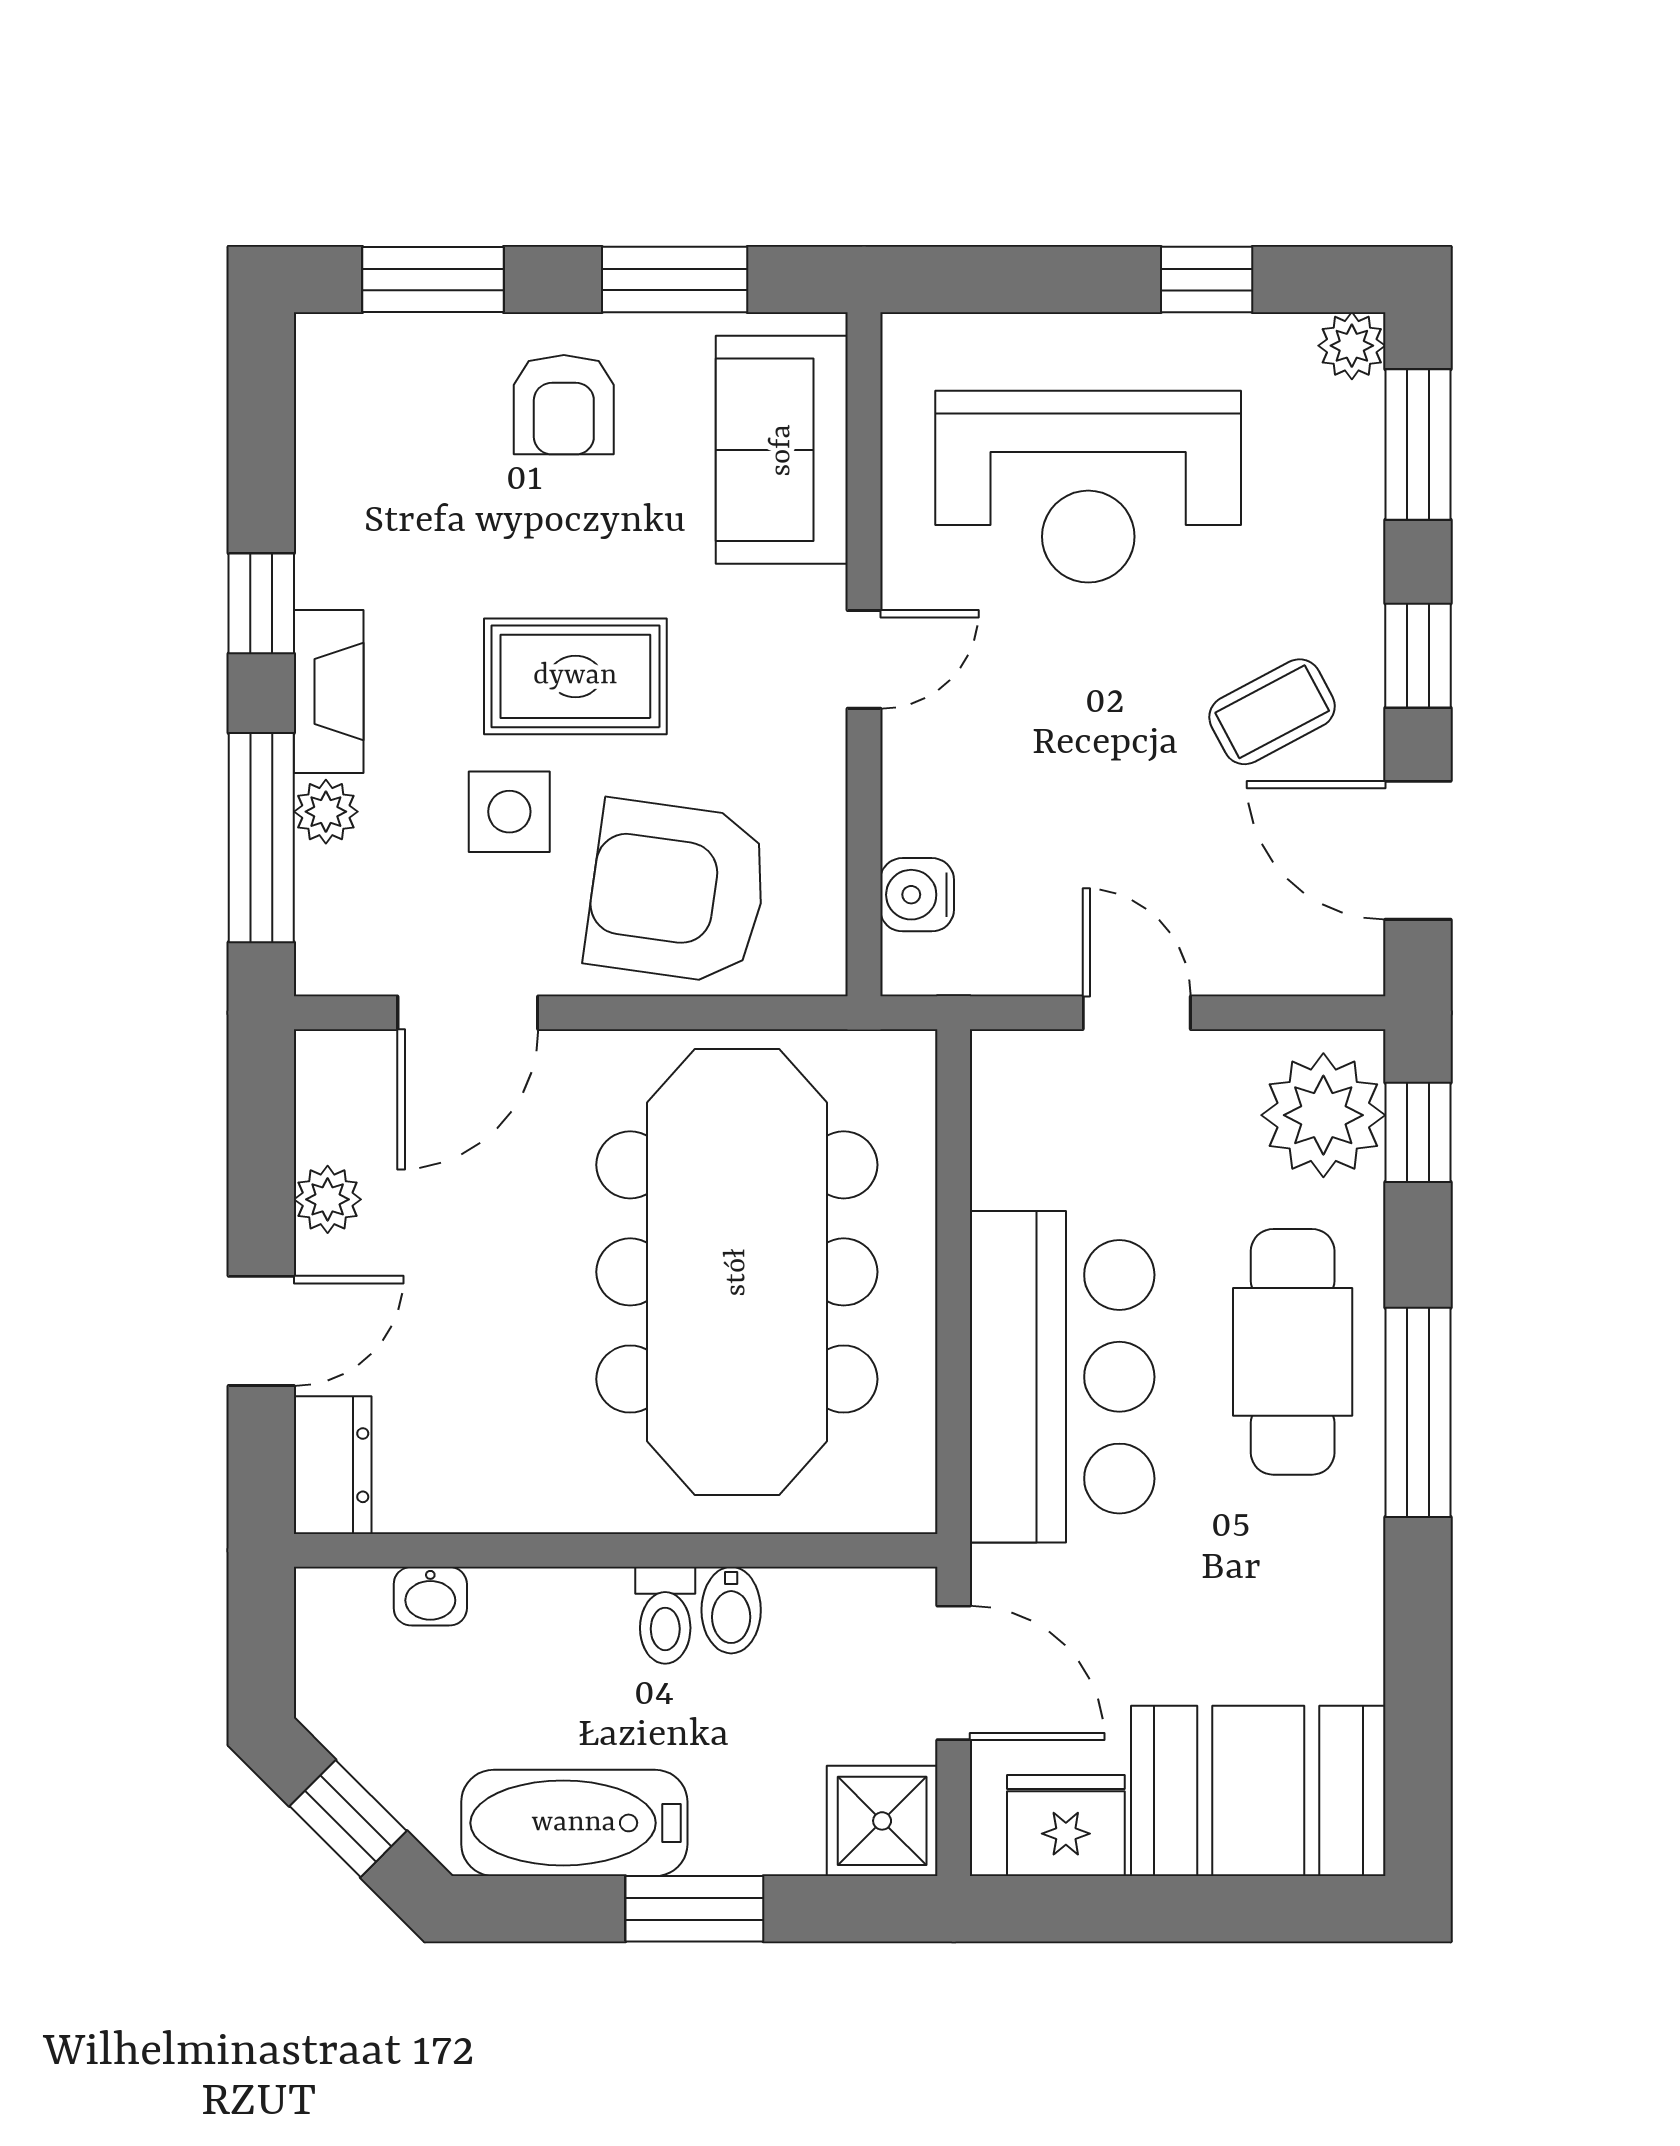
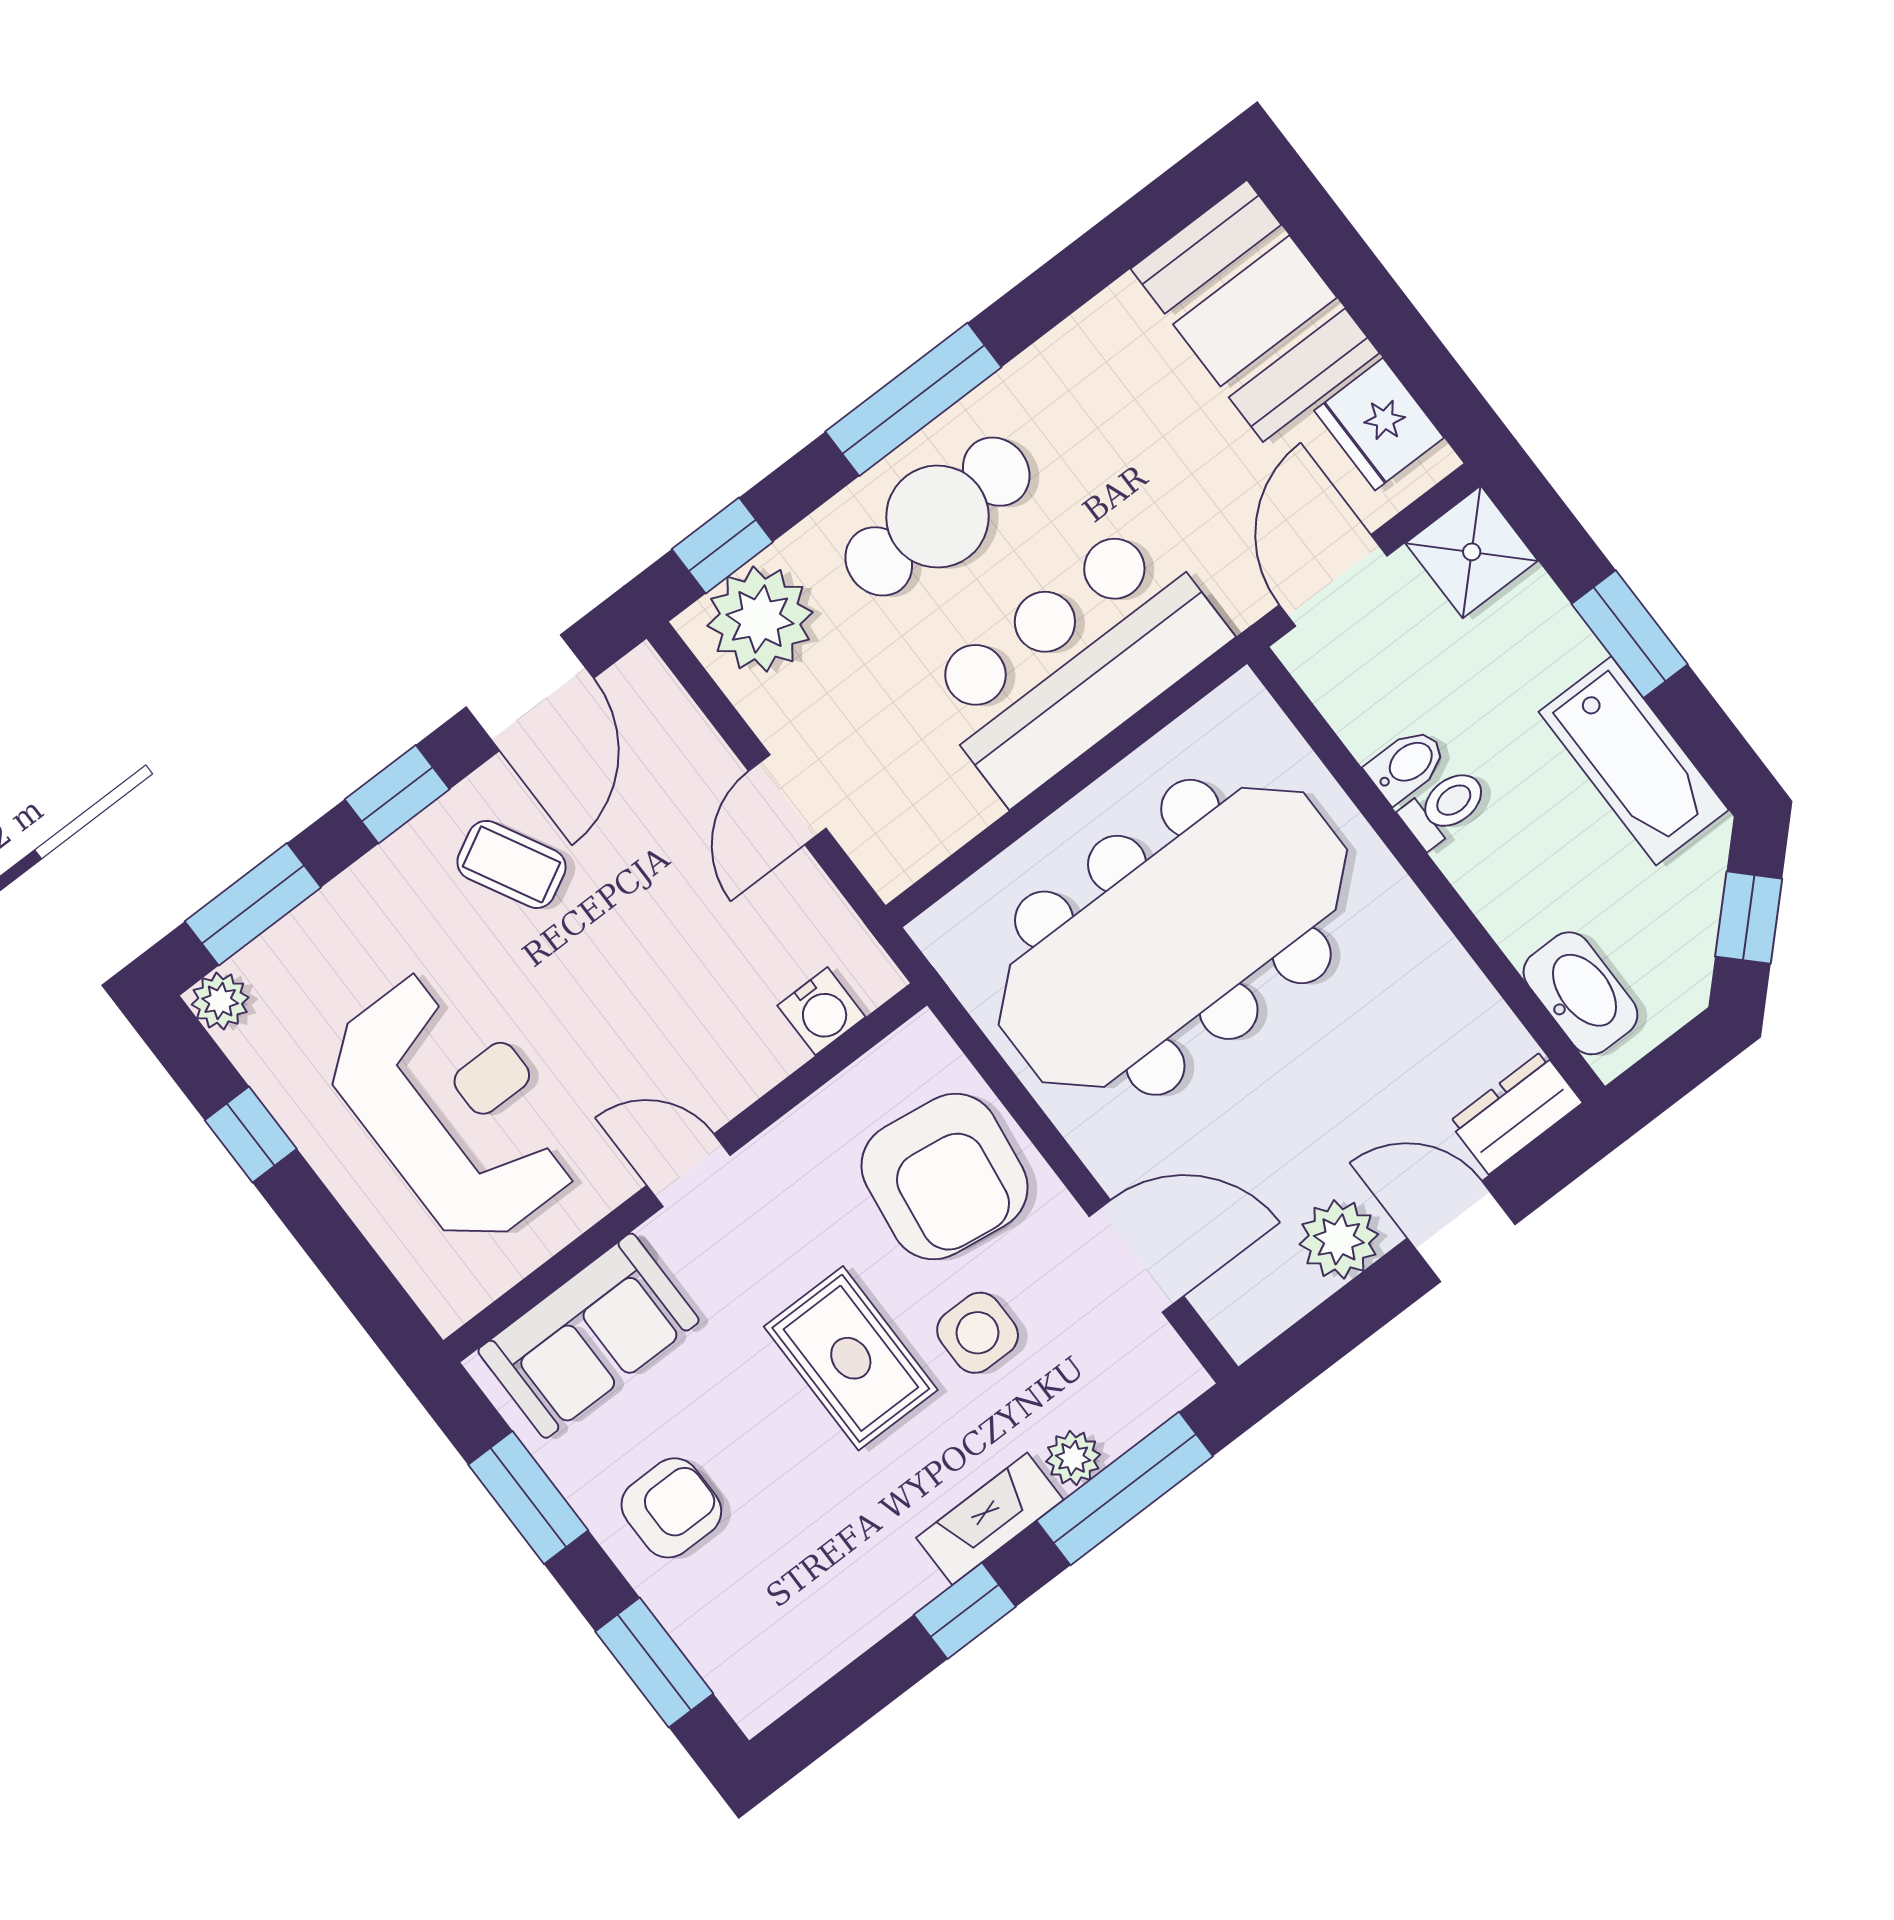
plant: (328, 1199) -> (1339, 1239), width x1.38, depth x1.38
washbasin: (430, 1596) -> (1580, 993), width x1.91, depth x1.45

